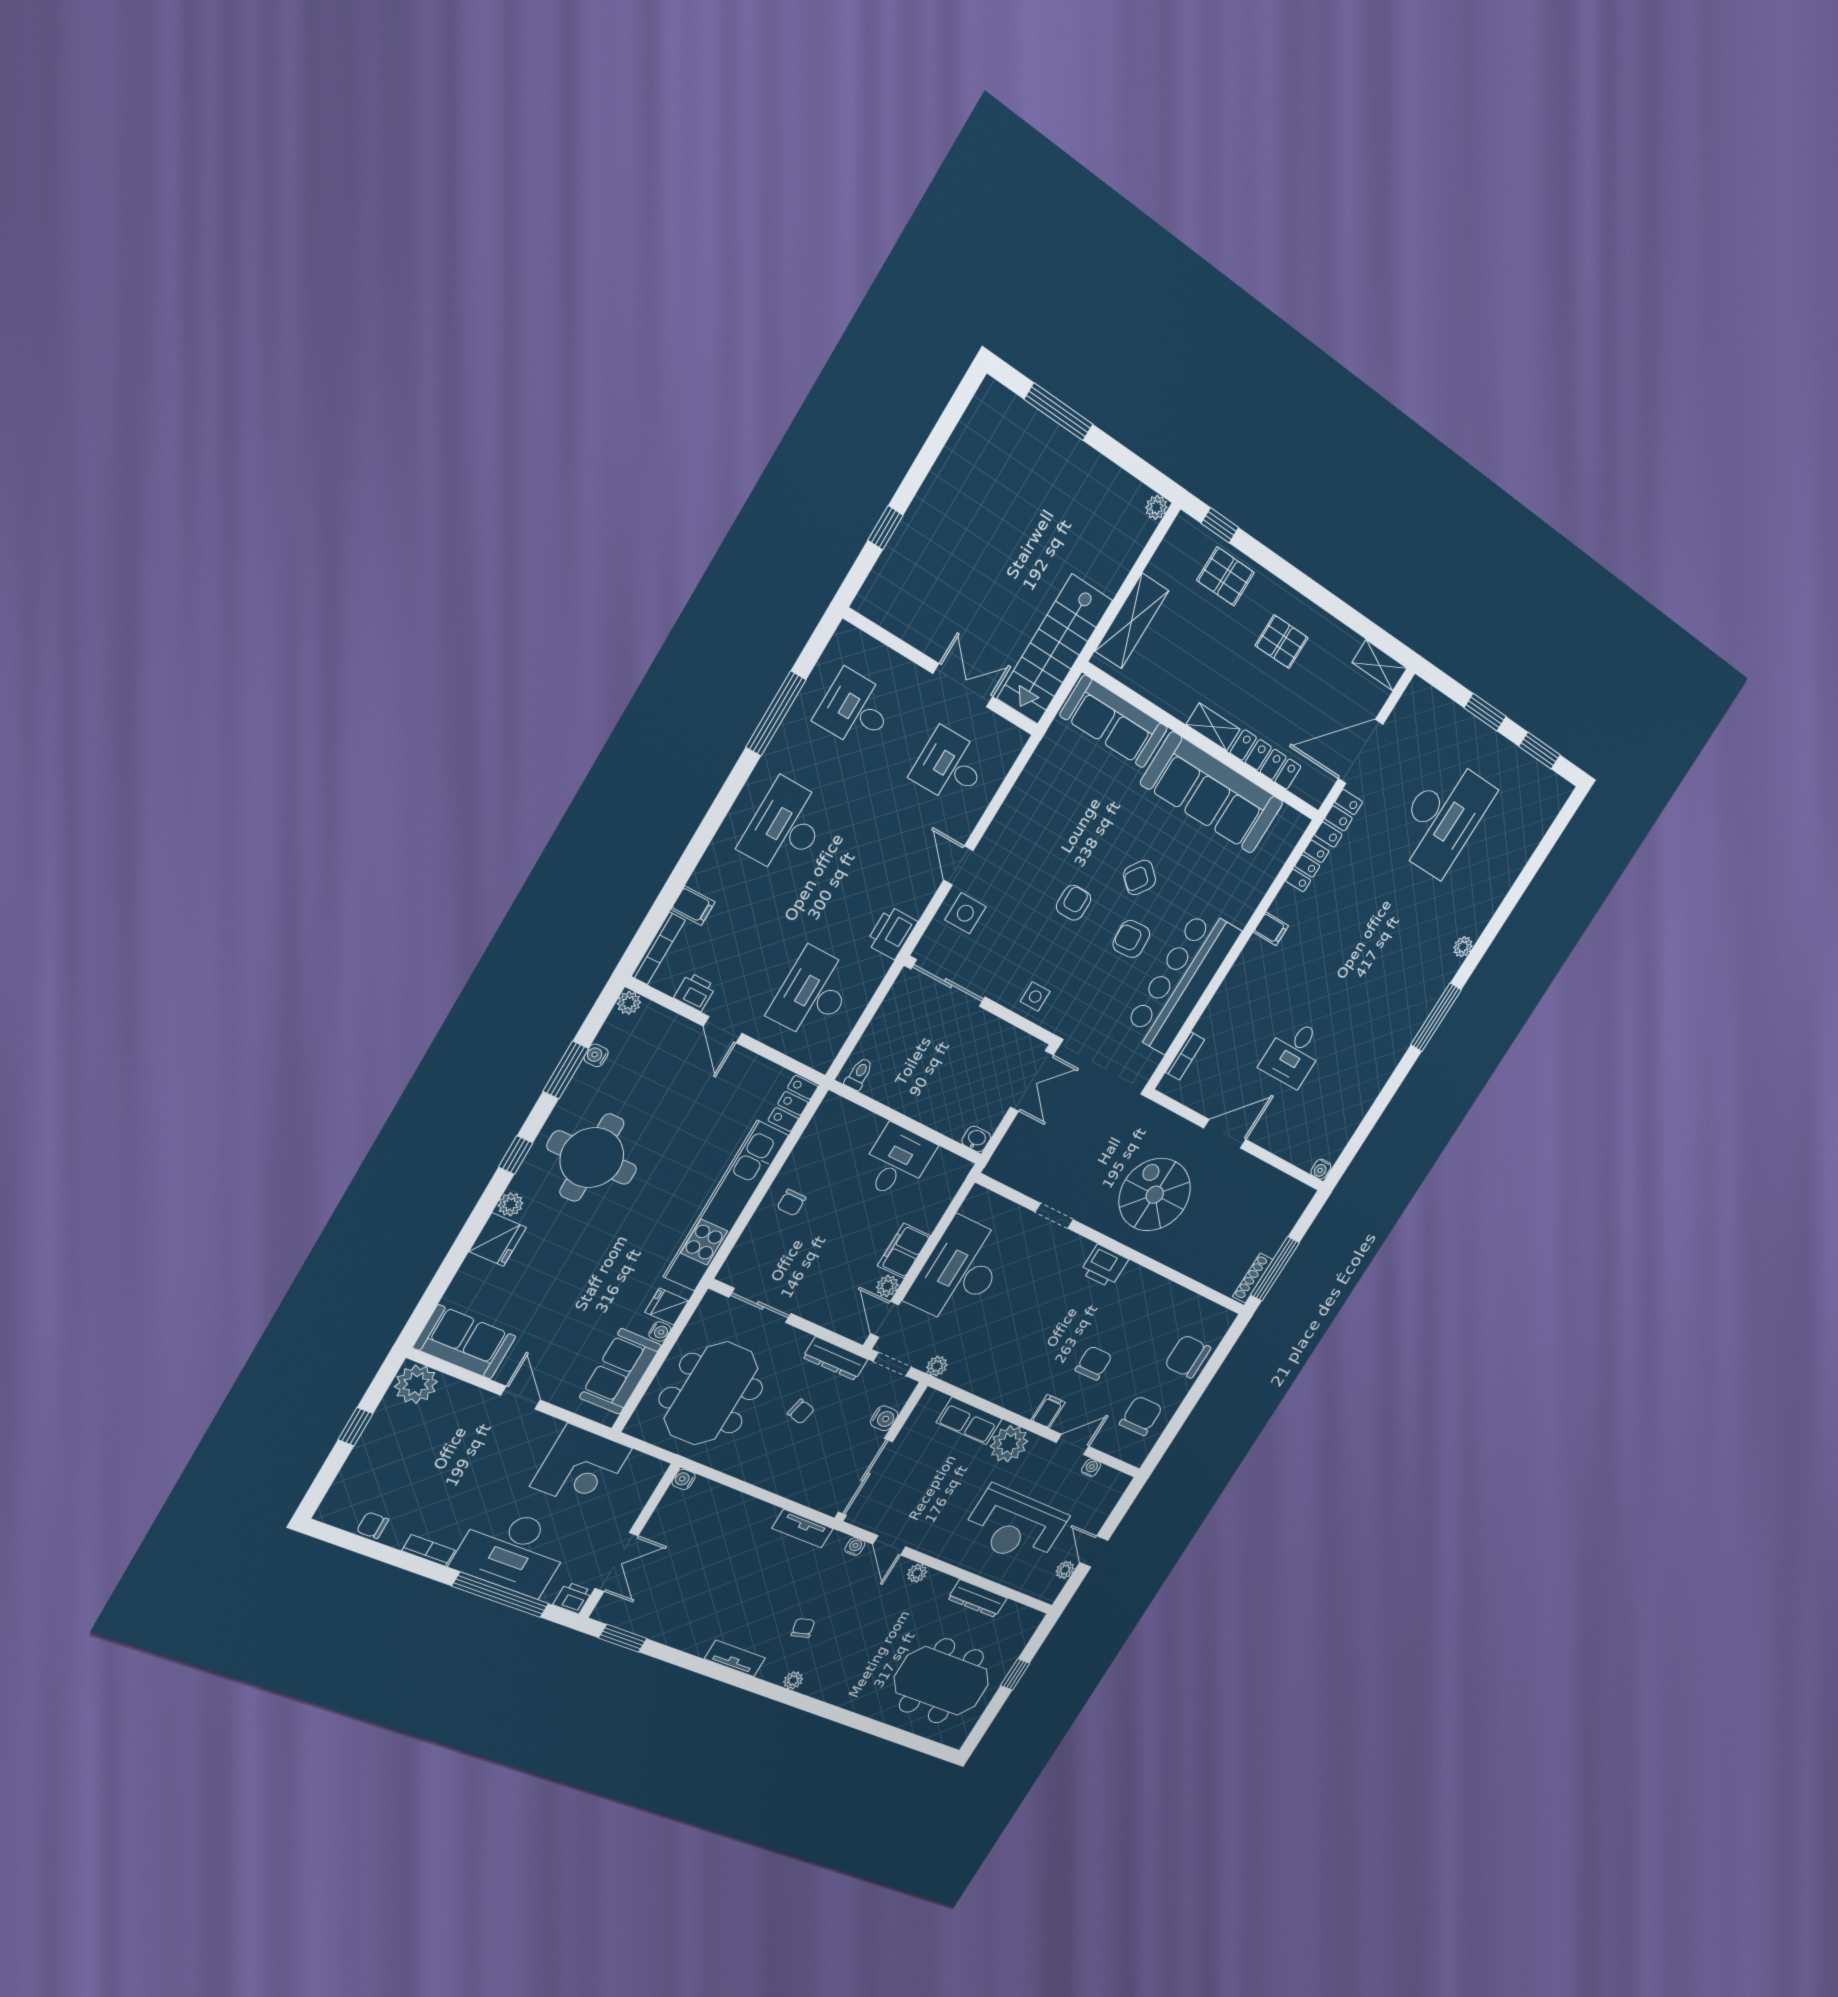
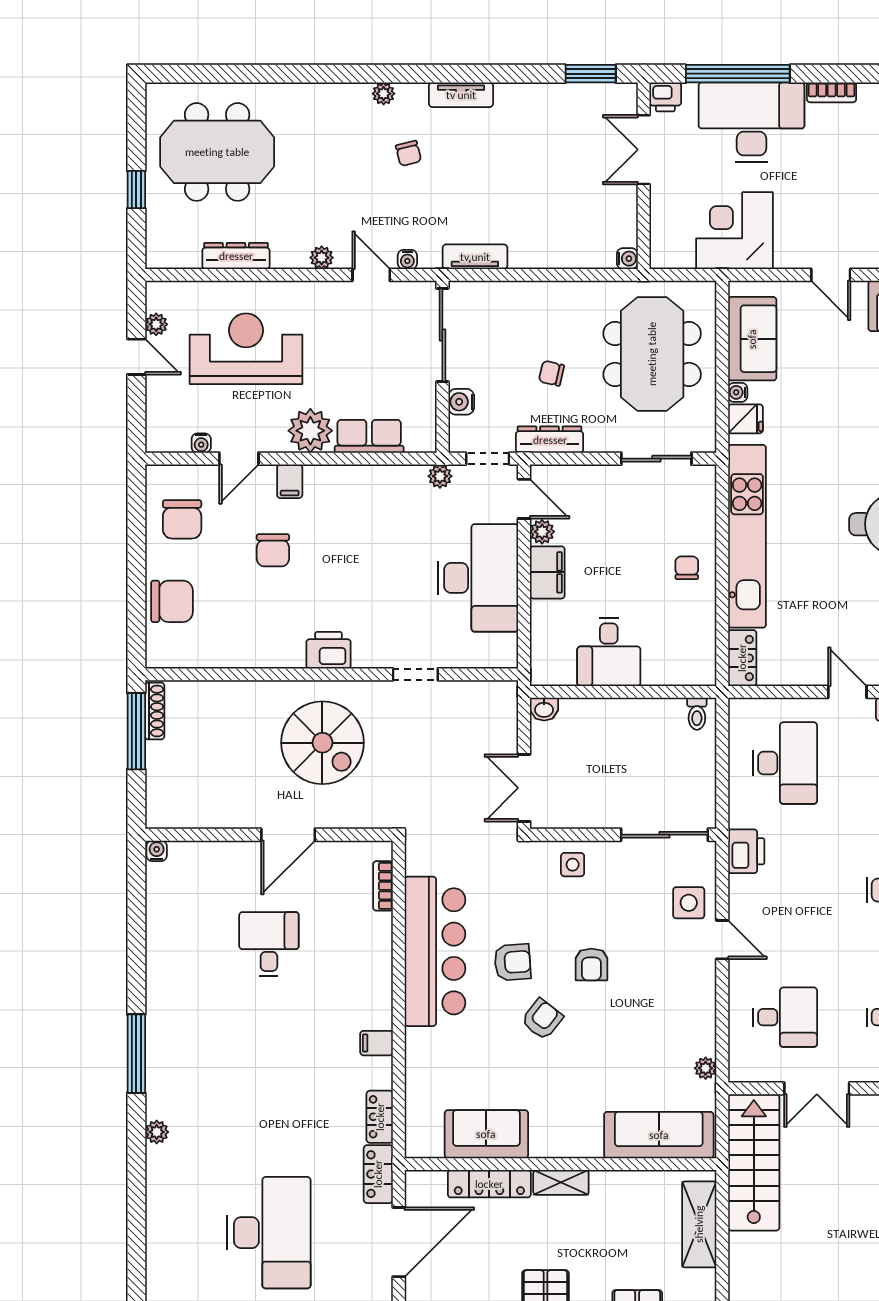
plant: (1041, 759) -> (706, 1068), added
sofa: (1212, 793) -> (486, 1134), width x0.54, depth x0.79
desk: (1443, 818) -> (269, 1233), turned 180

